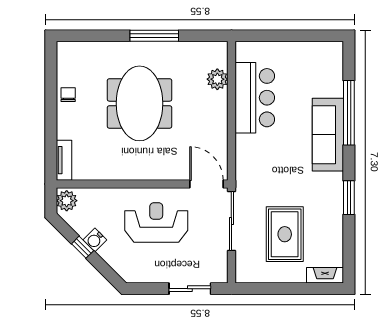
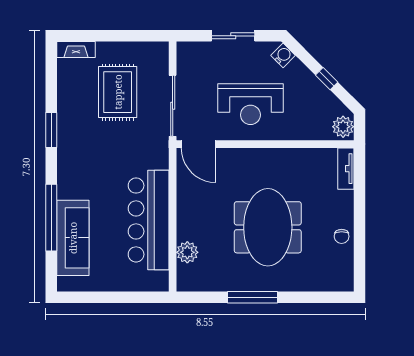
bar counter: (255, 98) -> (149, 220), width x1.36
sofa: (328, 135) -> (73, 238), moved
water cooler: (95, 240) -> (283, 55), moved
sliding door: (190, 289) -> (233, 36), moved

